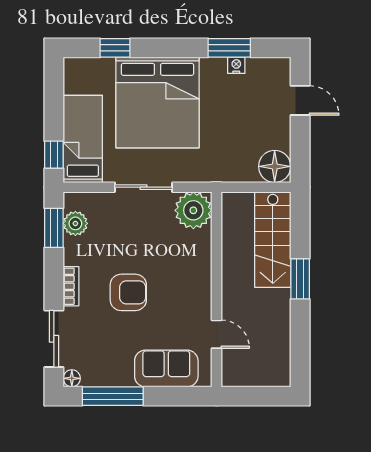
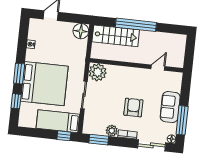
window: (229, 48) -> (19, 74), moved
plant: (75, 223) -> (112, 131), moved
window: (300, 279) -> (136, 25), width x2.11
sofa: (166, 368) -> (170, 107), moved

